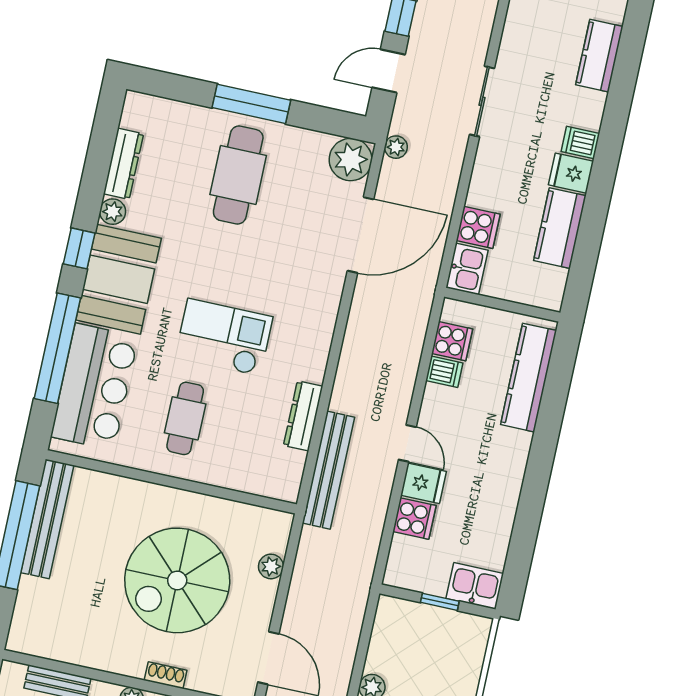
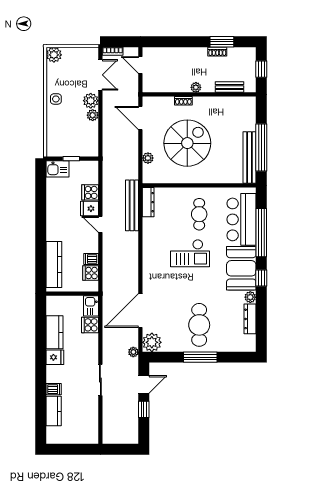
dishwasher: (580, 142) -> (54, 389), moved
dresser: (303, 416) -> (148, 202), moved

